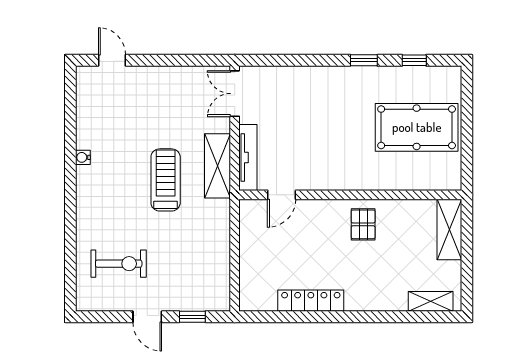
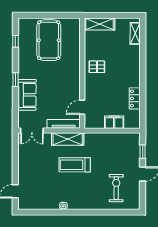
window: (364, 60) -> (15, 80), moved
sofa: (306, 84) -> (27, 95), added
door: (282, 195) -> (82, 107), swing flipped
filing cabinet: (252, 259) -> (114, 122), added
locker: (311, 301) -> (135, 98), width x0.66

